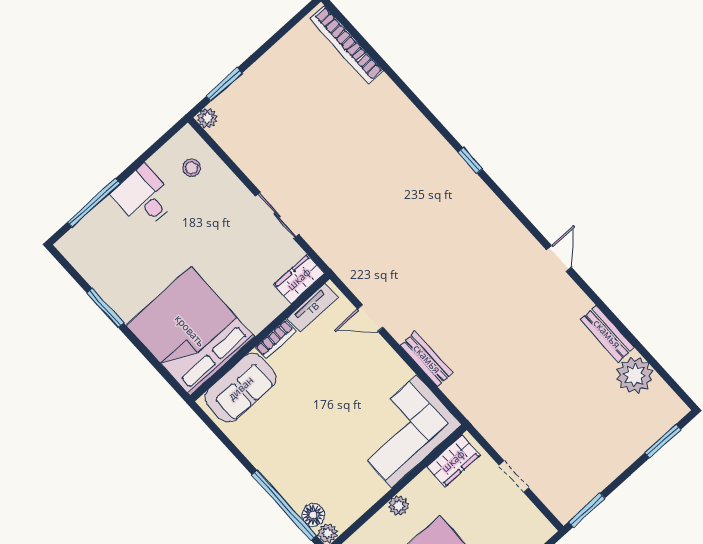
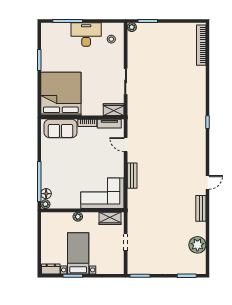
desk: (144, 197) -> (86, 34), width x1.37
bench: (607, 334) -> (201, 208), moved

